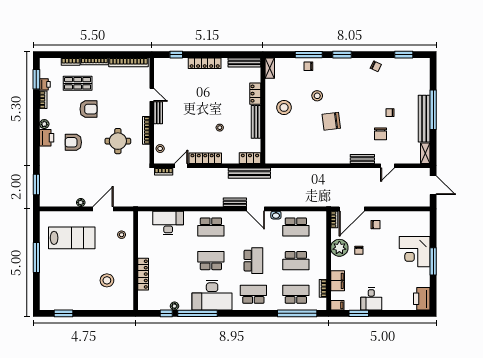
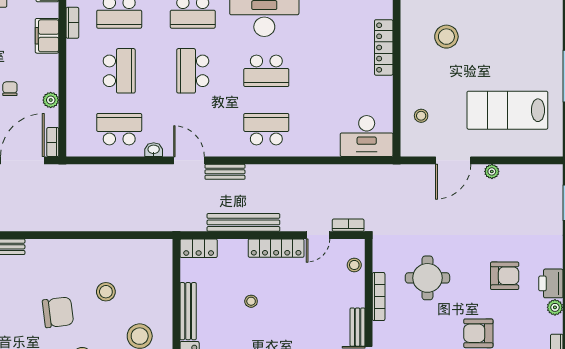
stool: (304, 133) -> (106, 292), added
bench: (249, 173) -> (243, 222), moved
desk: (168, 223) -> (367, 136), moved
plant: (339, 248) -> (51, 100), width x0.53, depth x0.53
school desk: (296, 261) -> (119, 71), turned 90

